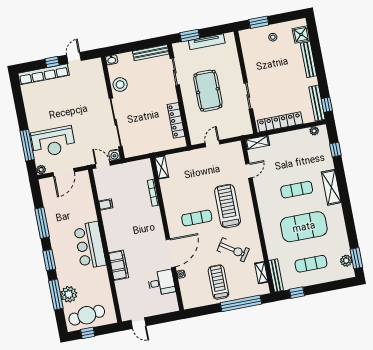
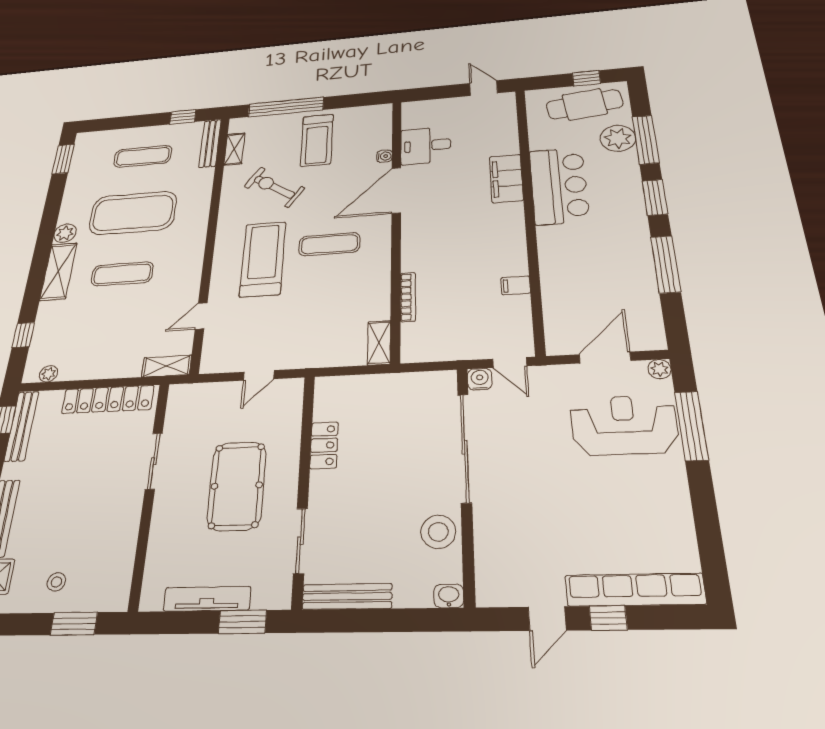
locker: (176, 120) -> (324, 445), width x0.66
treadmill: (228, 206) -> (263, 259), turned 180
bar counter: (90, 245) -> (559, 186), moved
plant: (346, 261) -> (65, 233), moved

